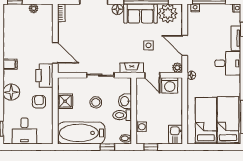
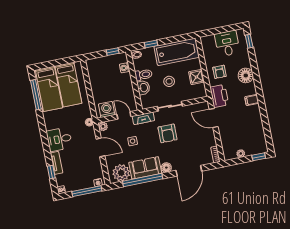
armchair: (109, 46) -> (168, 133), added
kitchen sink: (176, 135) -> (93, 67), removed

